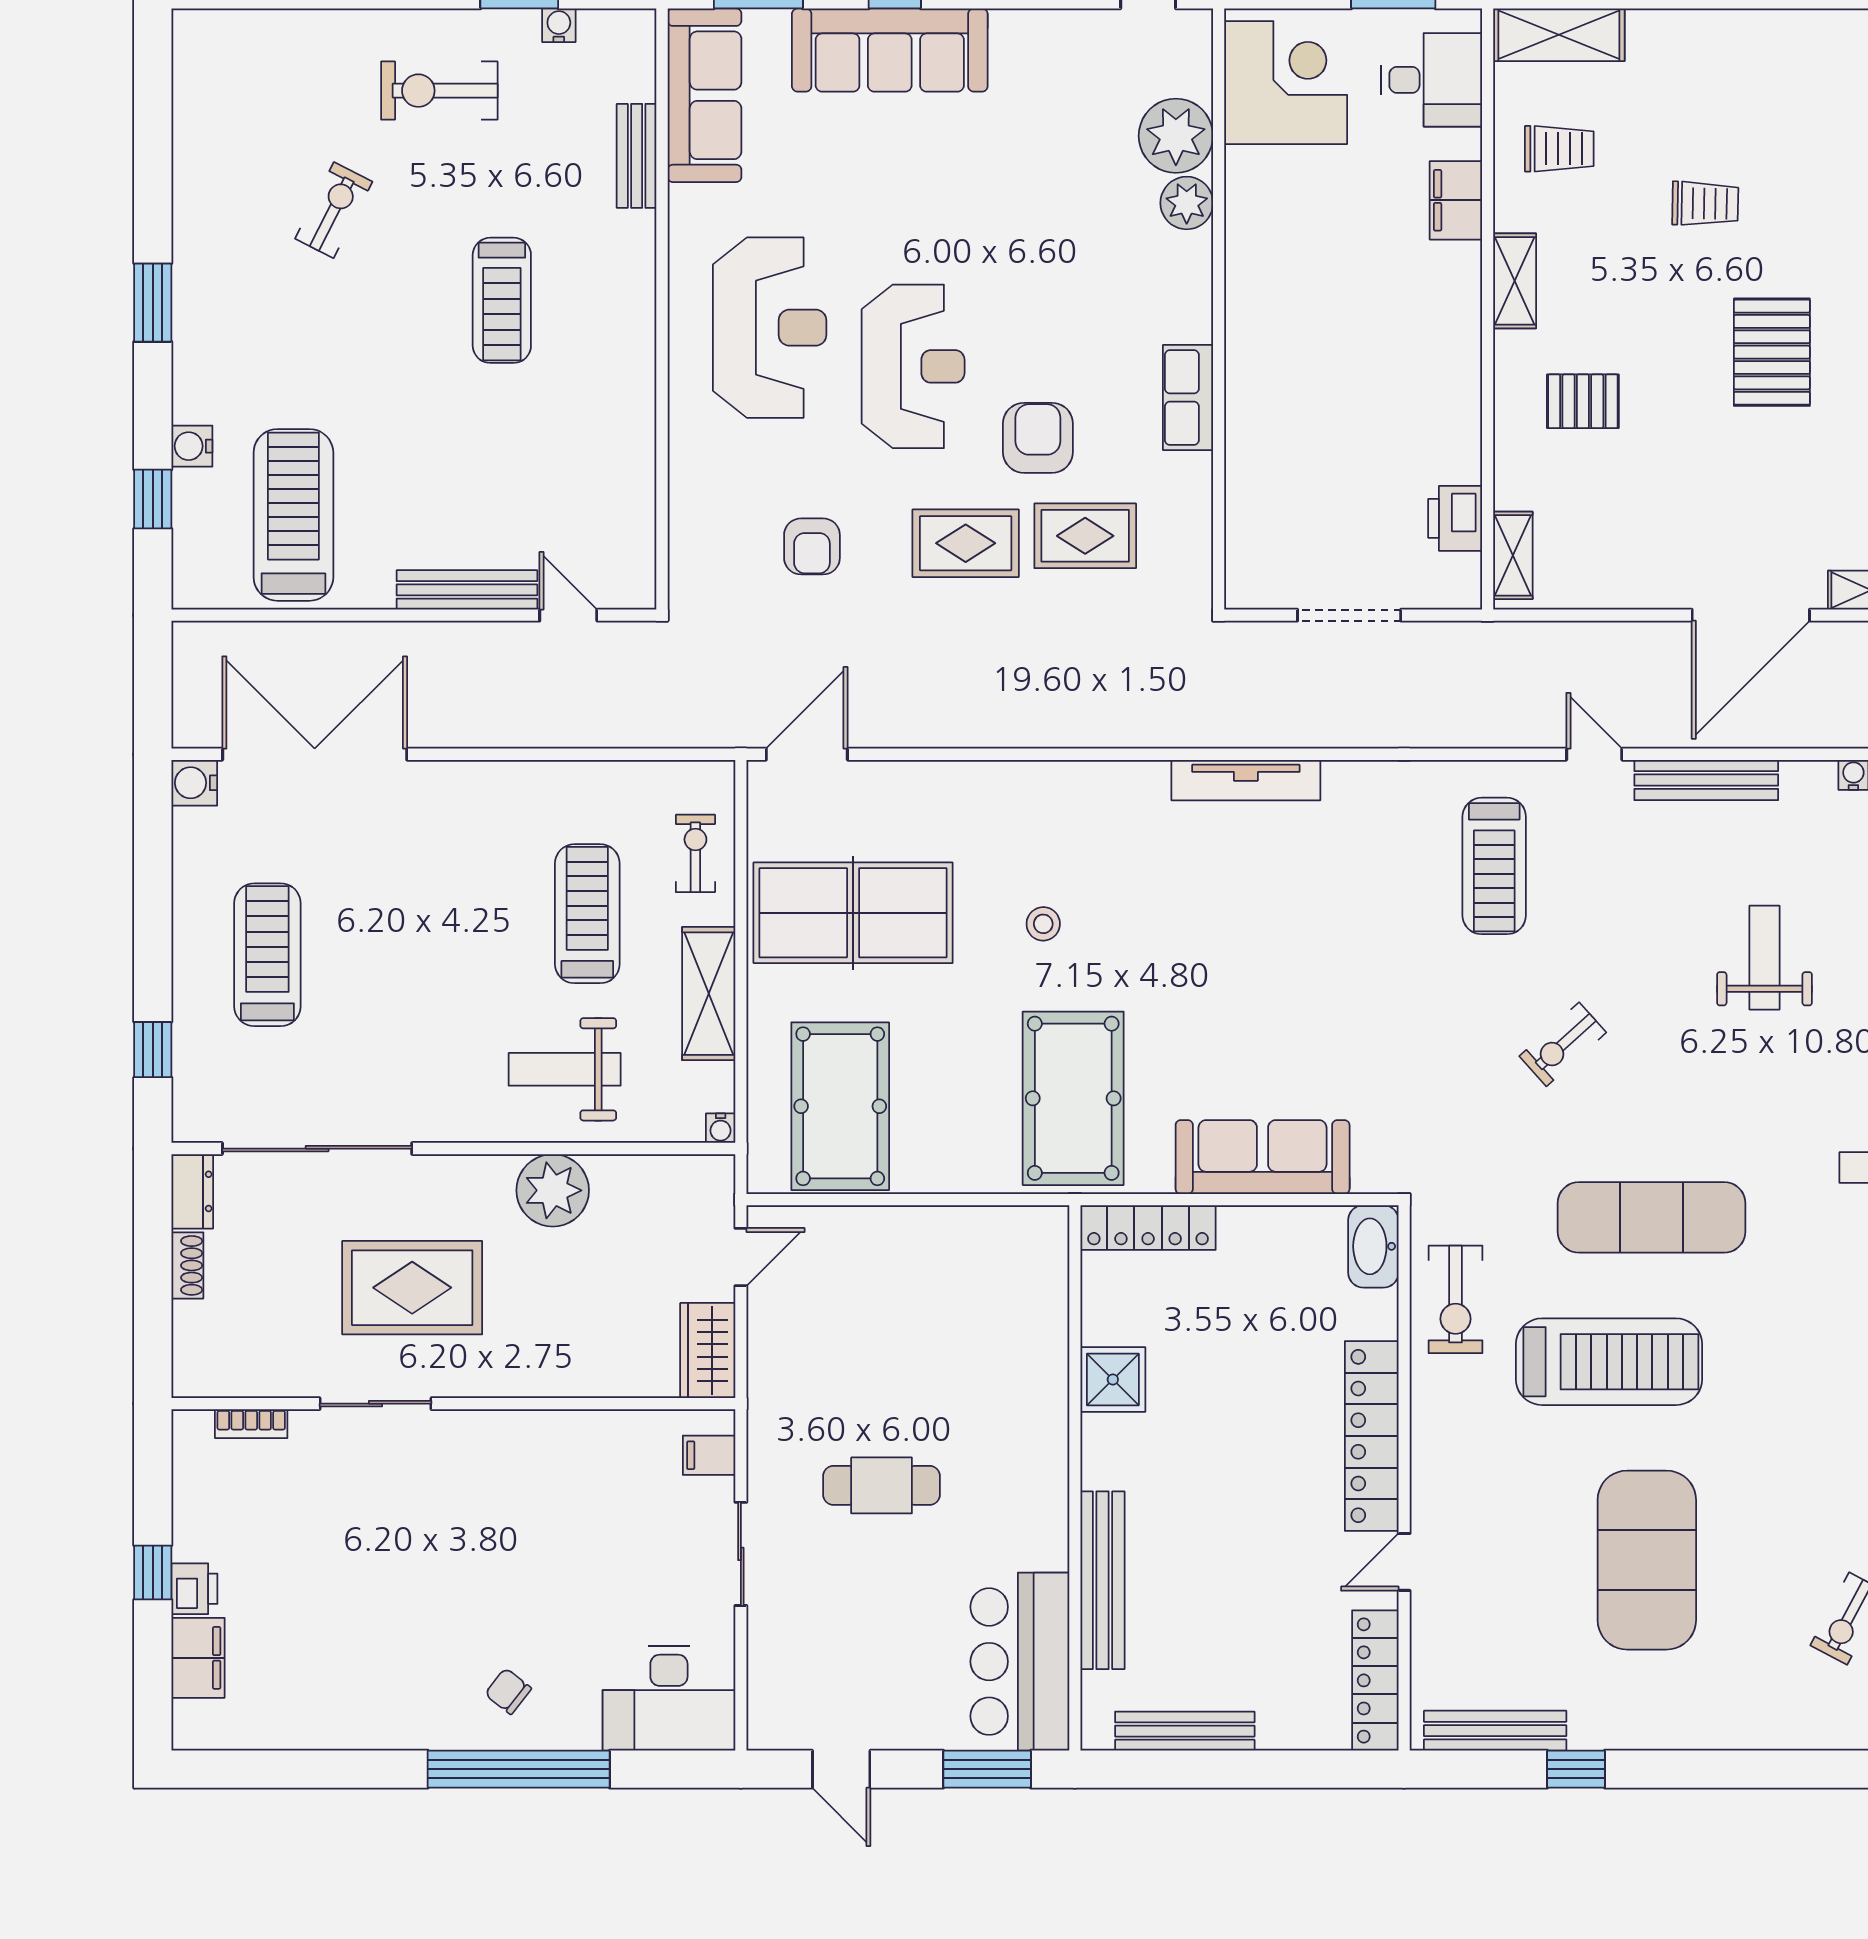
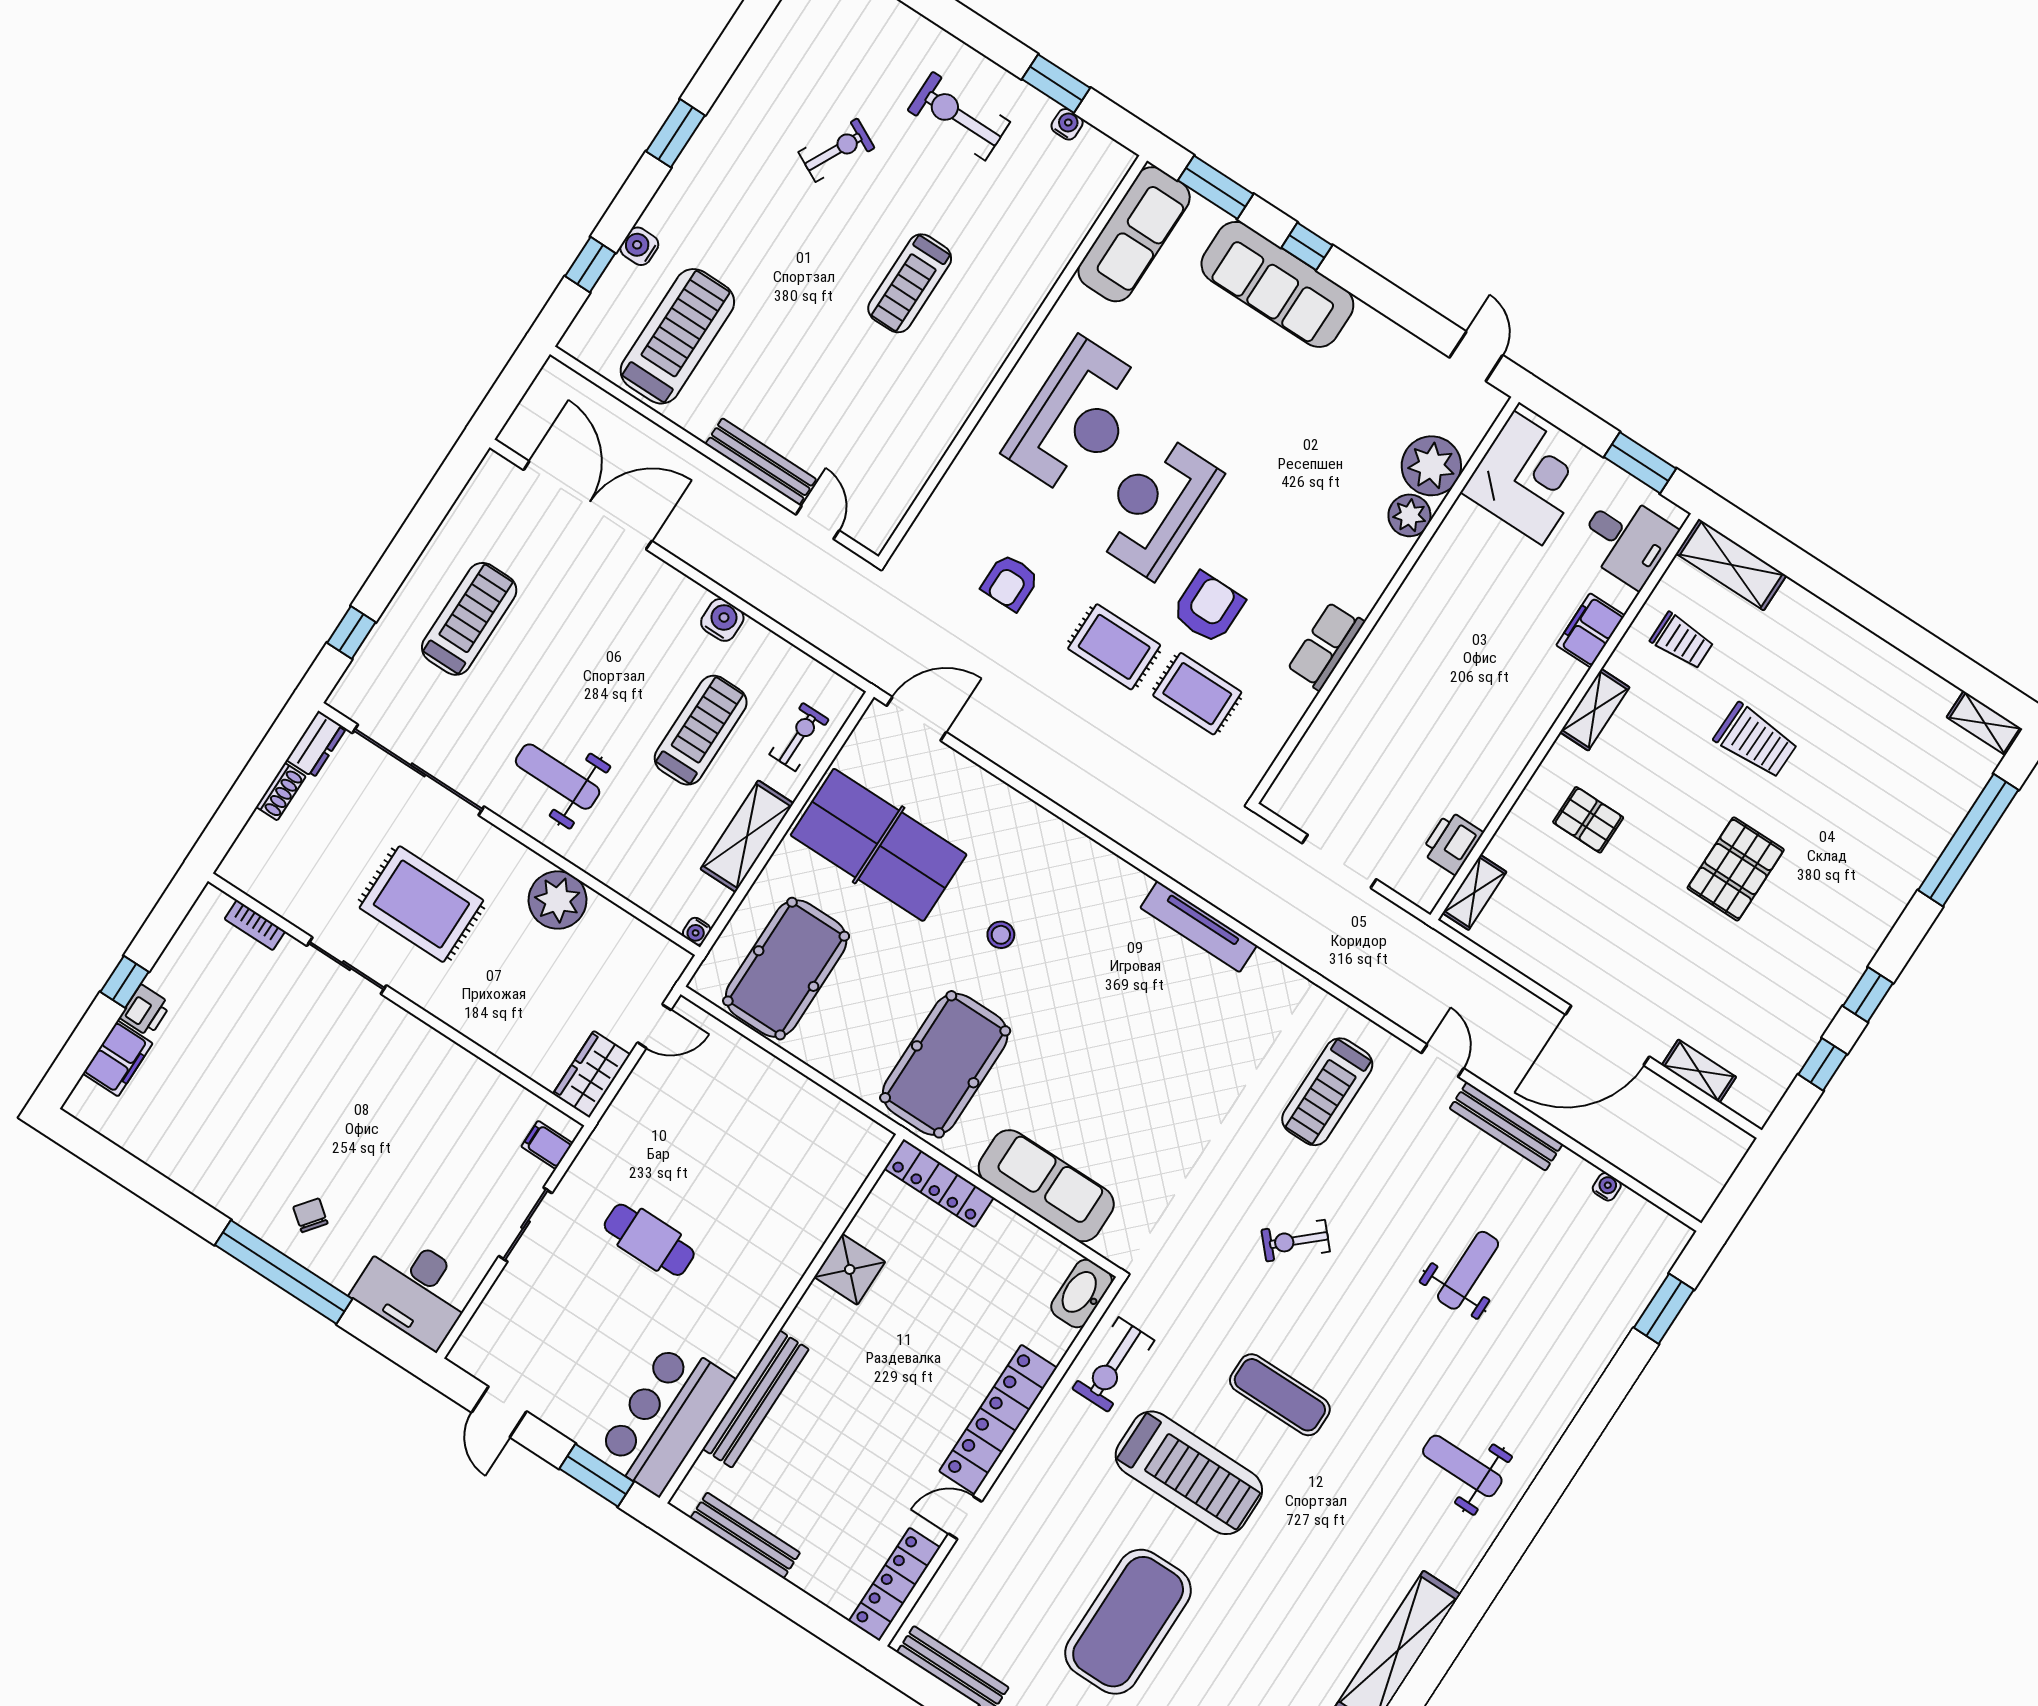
bench: (637, 156) -> (1062, 245), removed
trolley: (1705, 203) -> (1756, 741), width x1.36, depth x1.39
reception desk: (913, 366) -> (1156, 506), turned 180
water cooler: (194, 783) -> (722, 620), moved, turned 90
weight bench: (565, 1069) -> (558, 777), moved
exercise mat: (1652, 1217) -> (1280, 1395), width x0.73, depth x0.69

